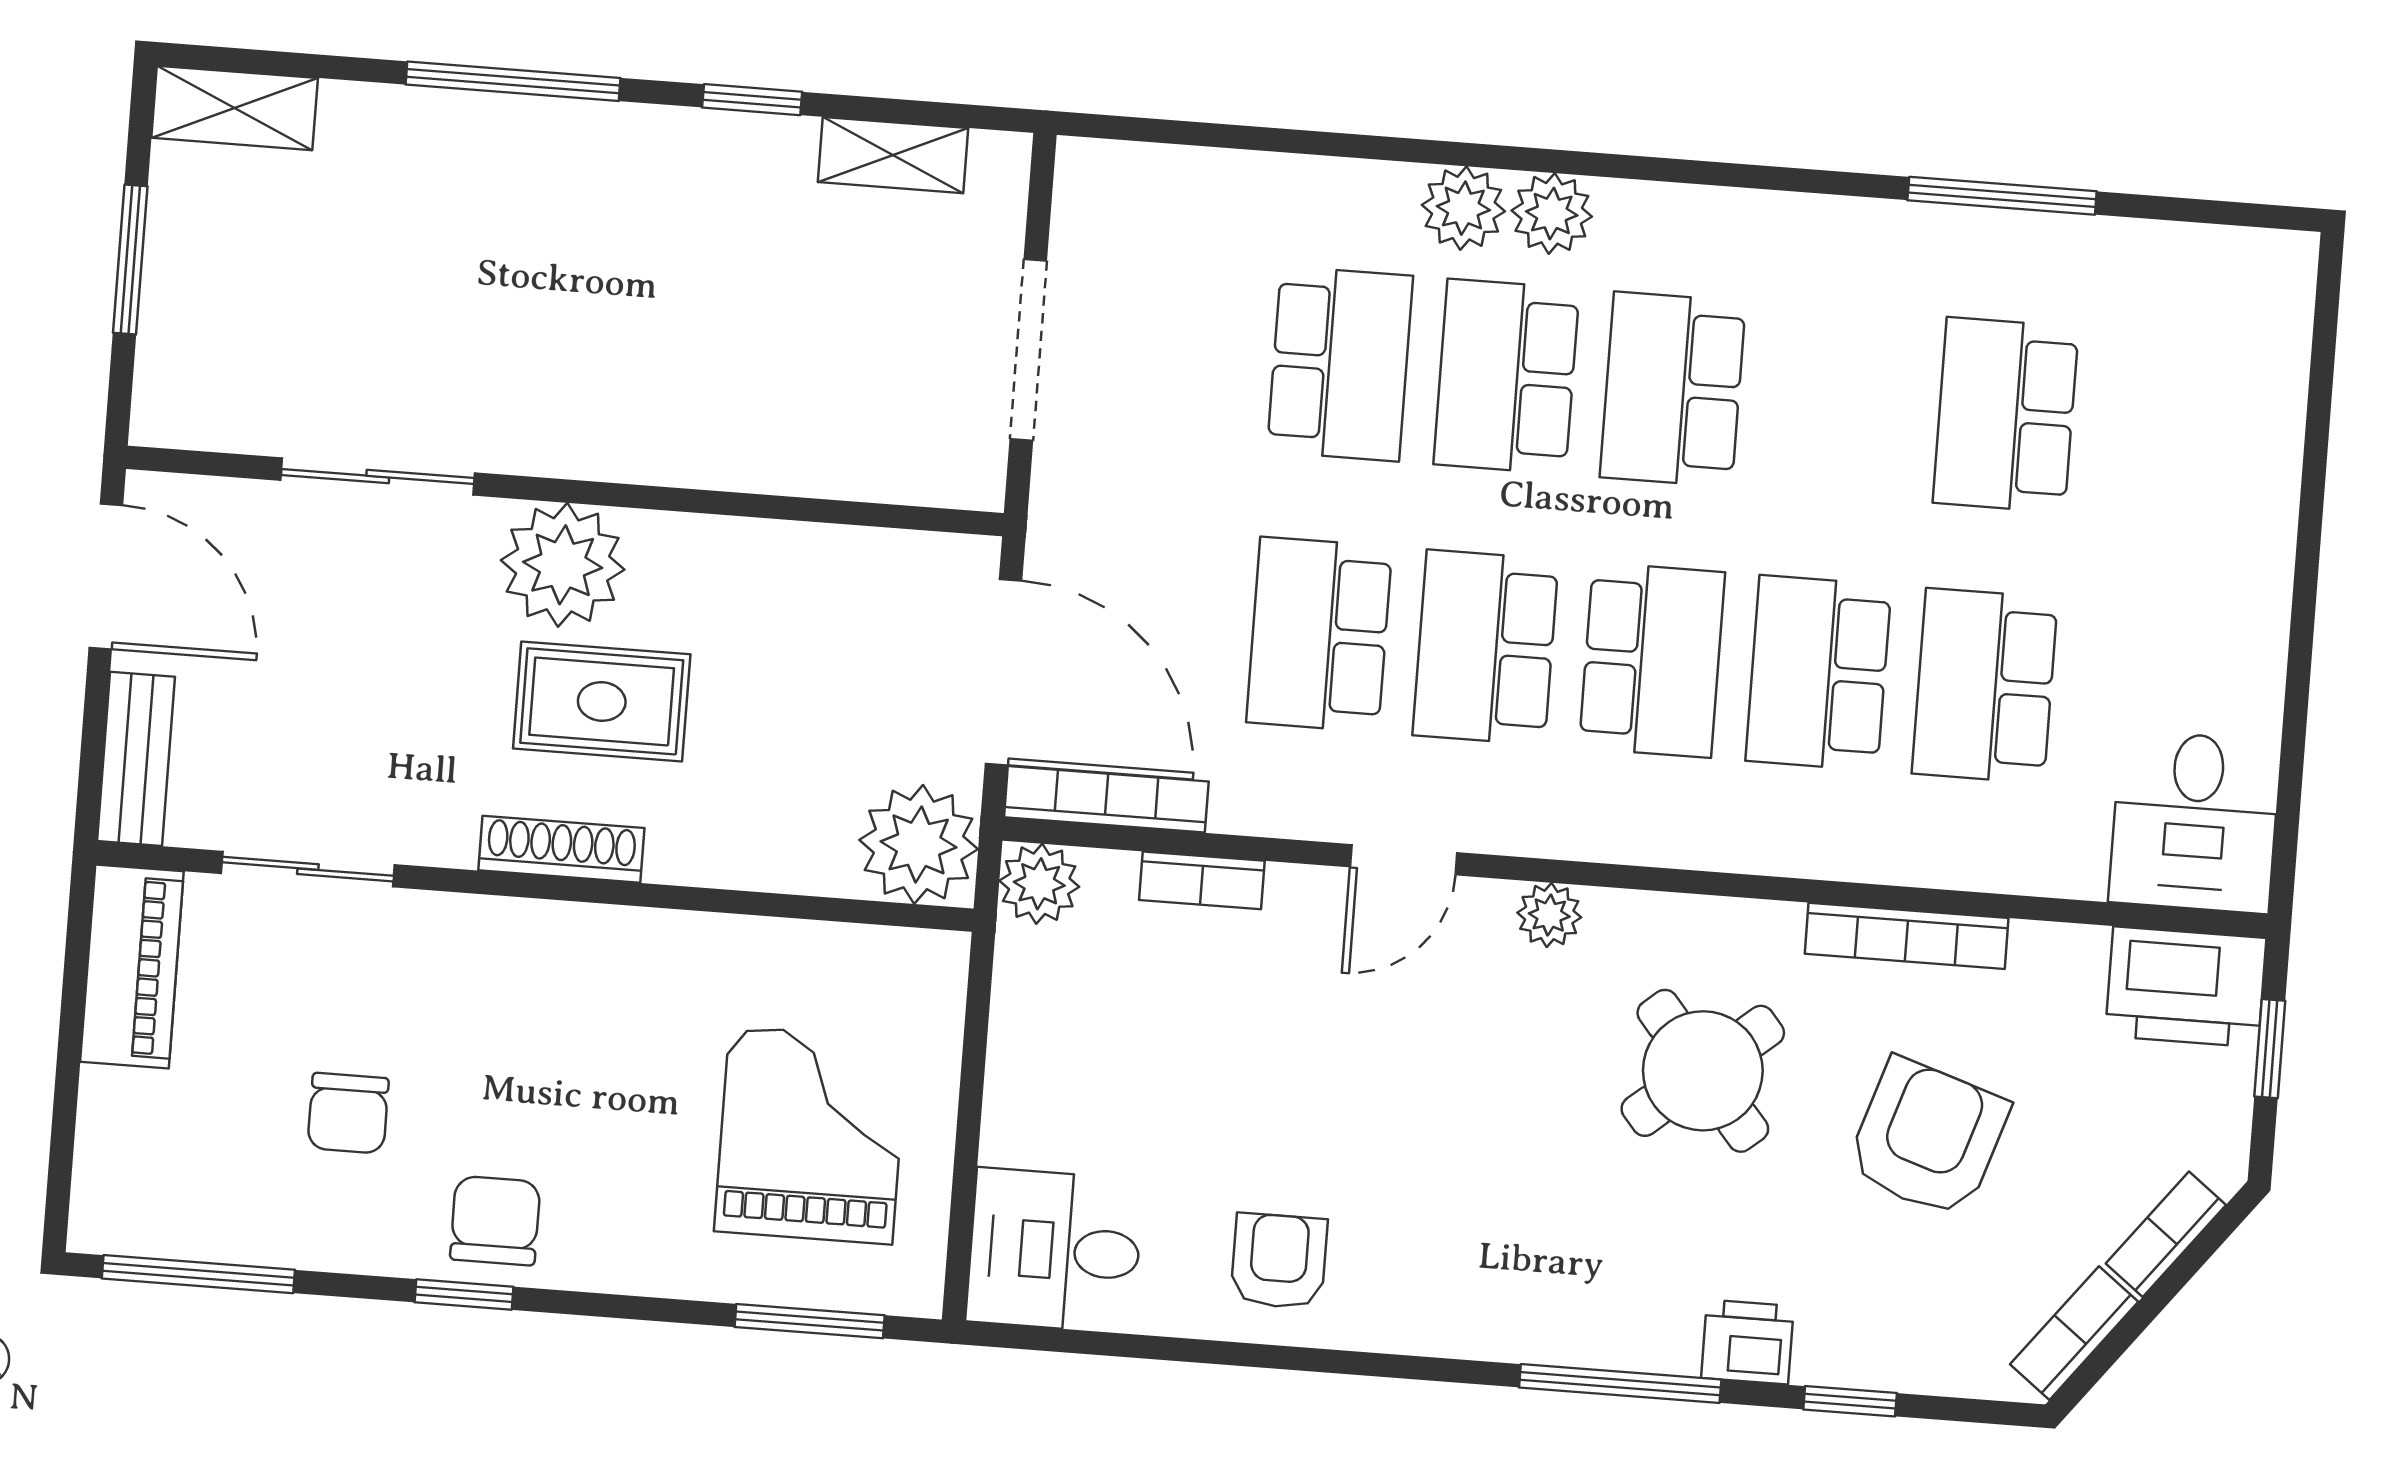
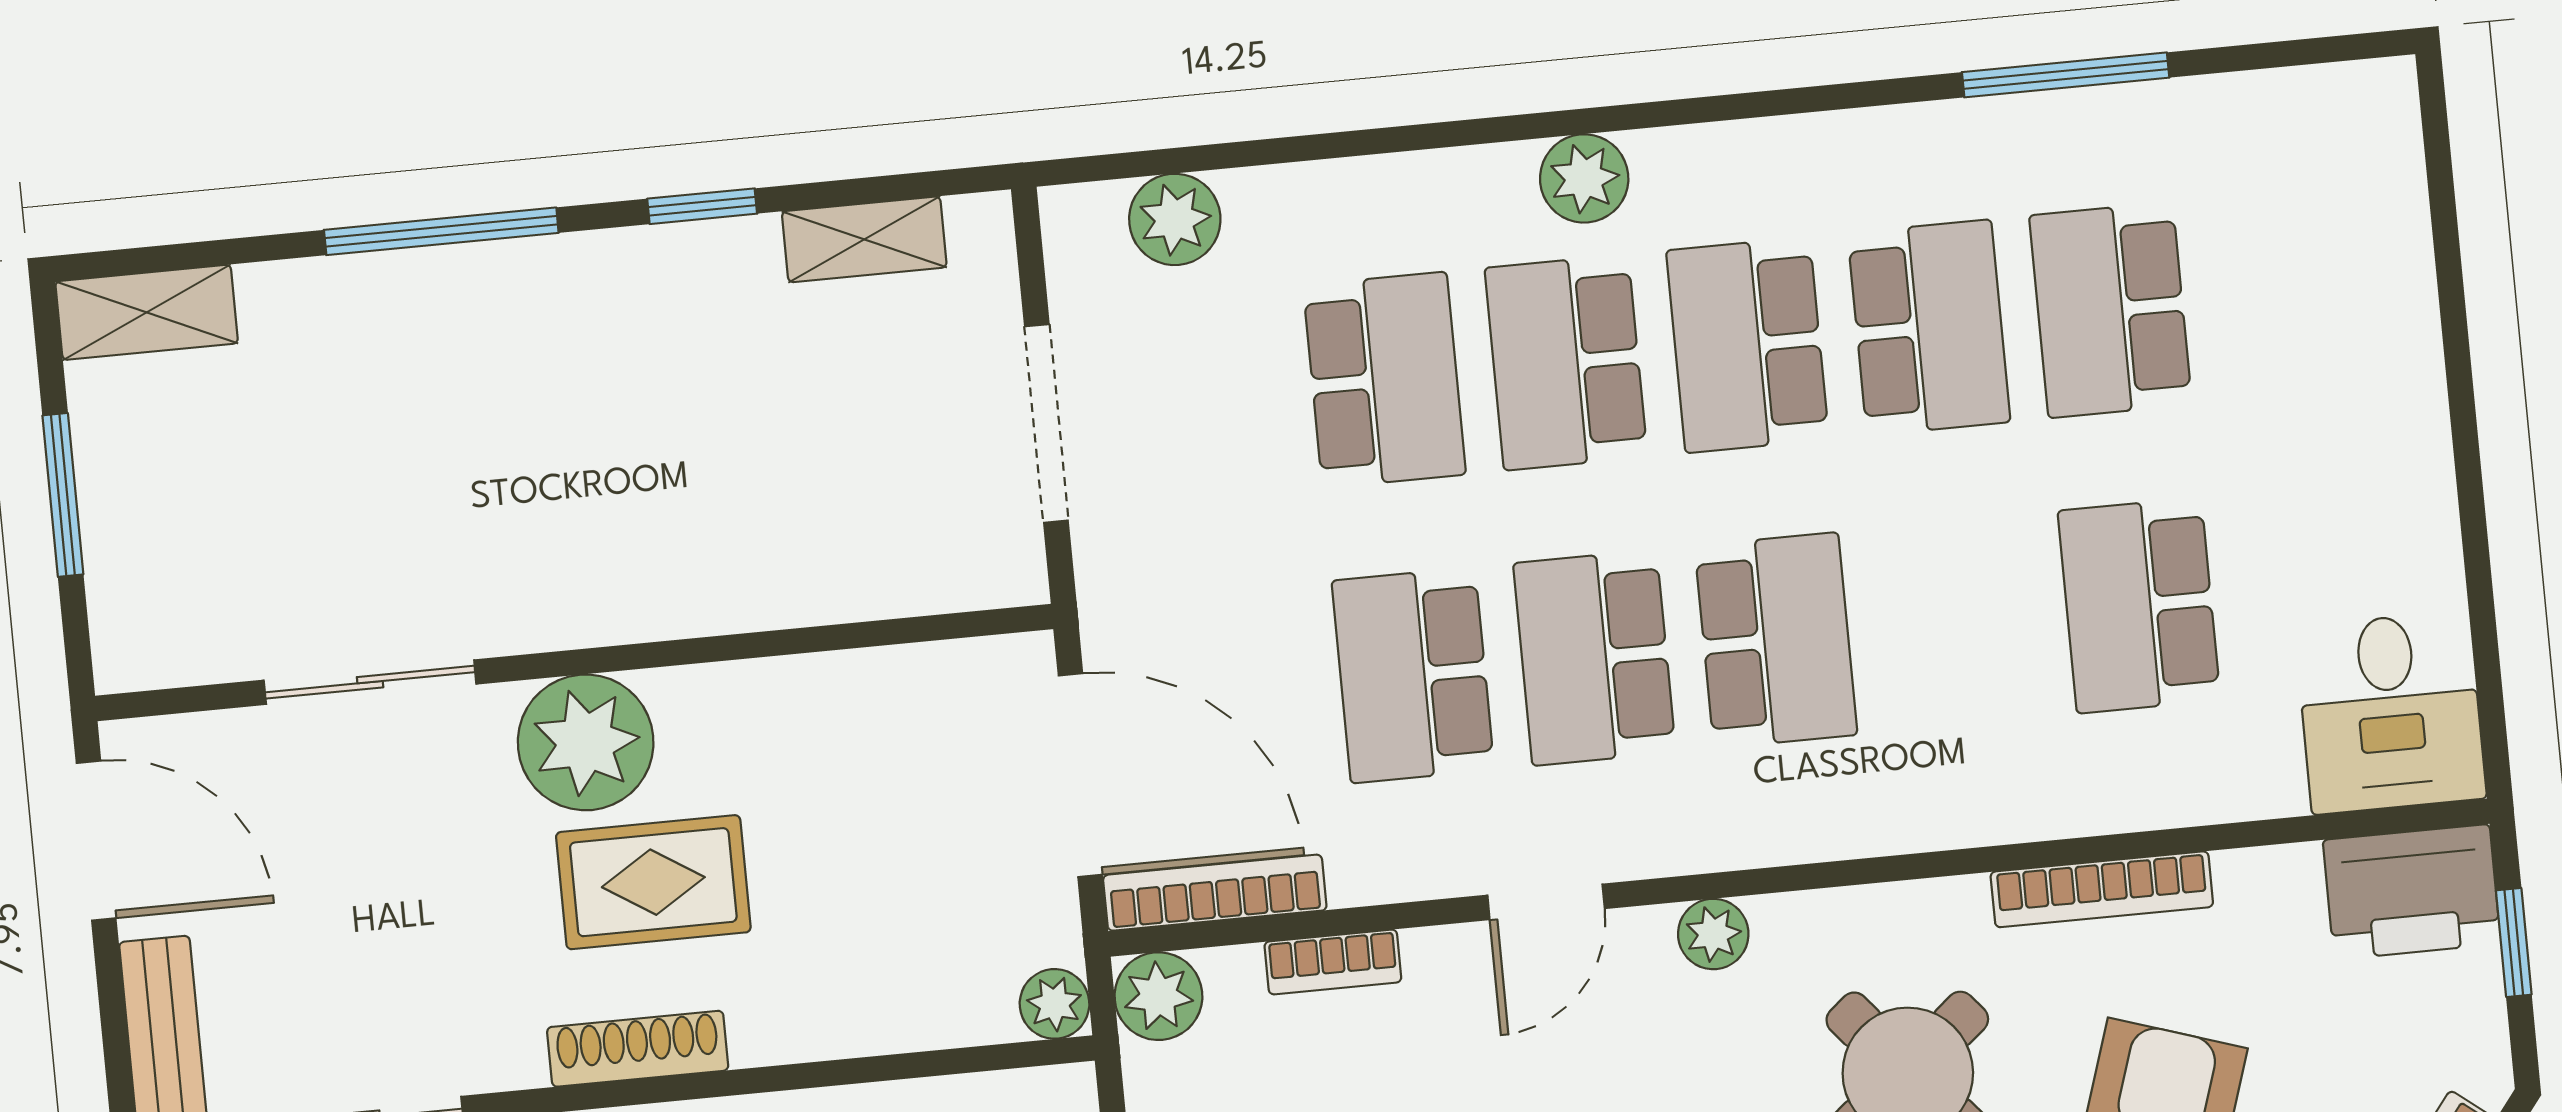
plant: (1463, 208) -> (1175, 219), moved
school desk: (1818, 673) -> (1929, 327), moved, turned 180
plant: (919, 844) -> (1054, 1004), width x0.53, depth x0.53

